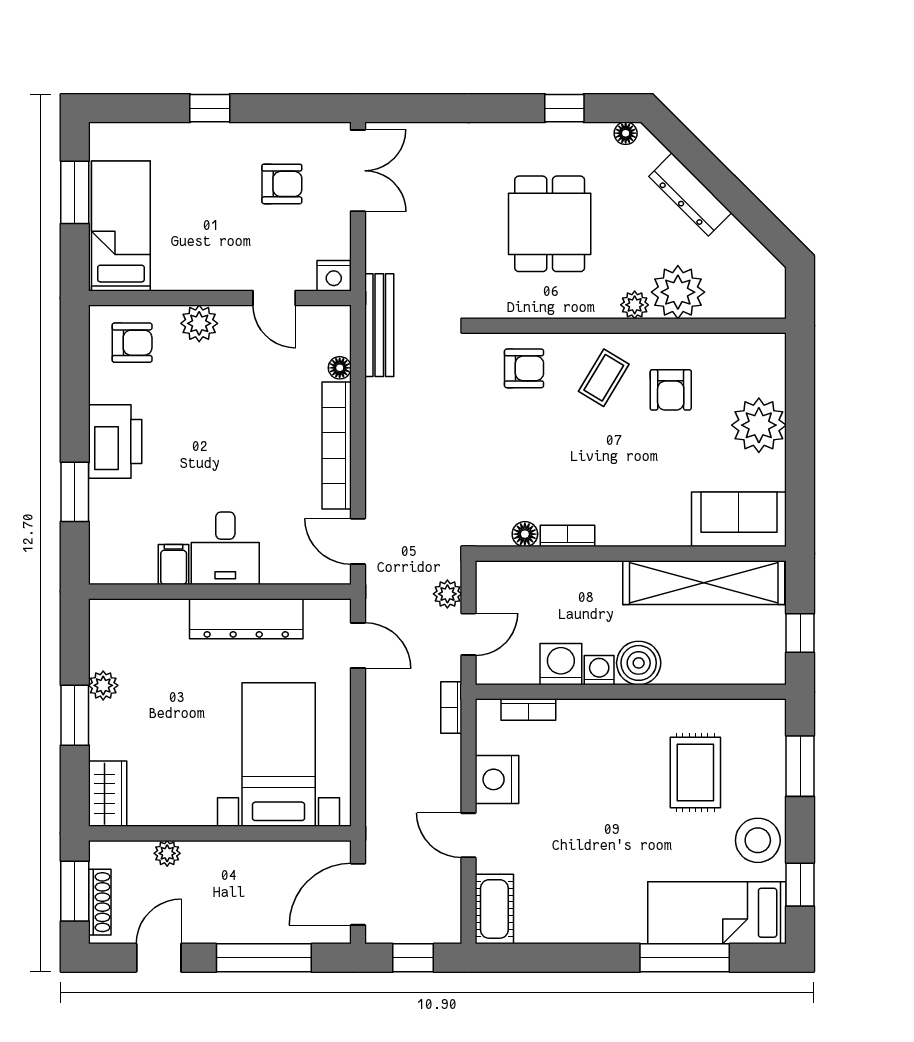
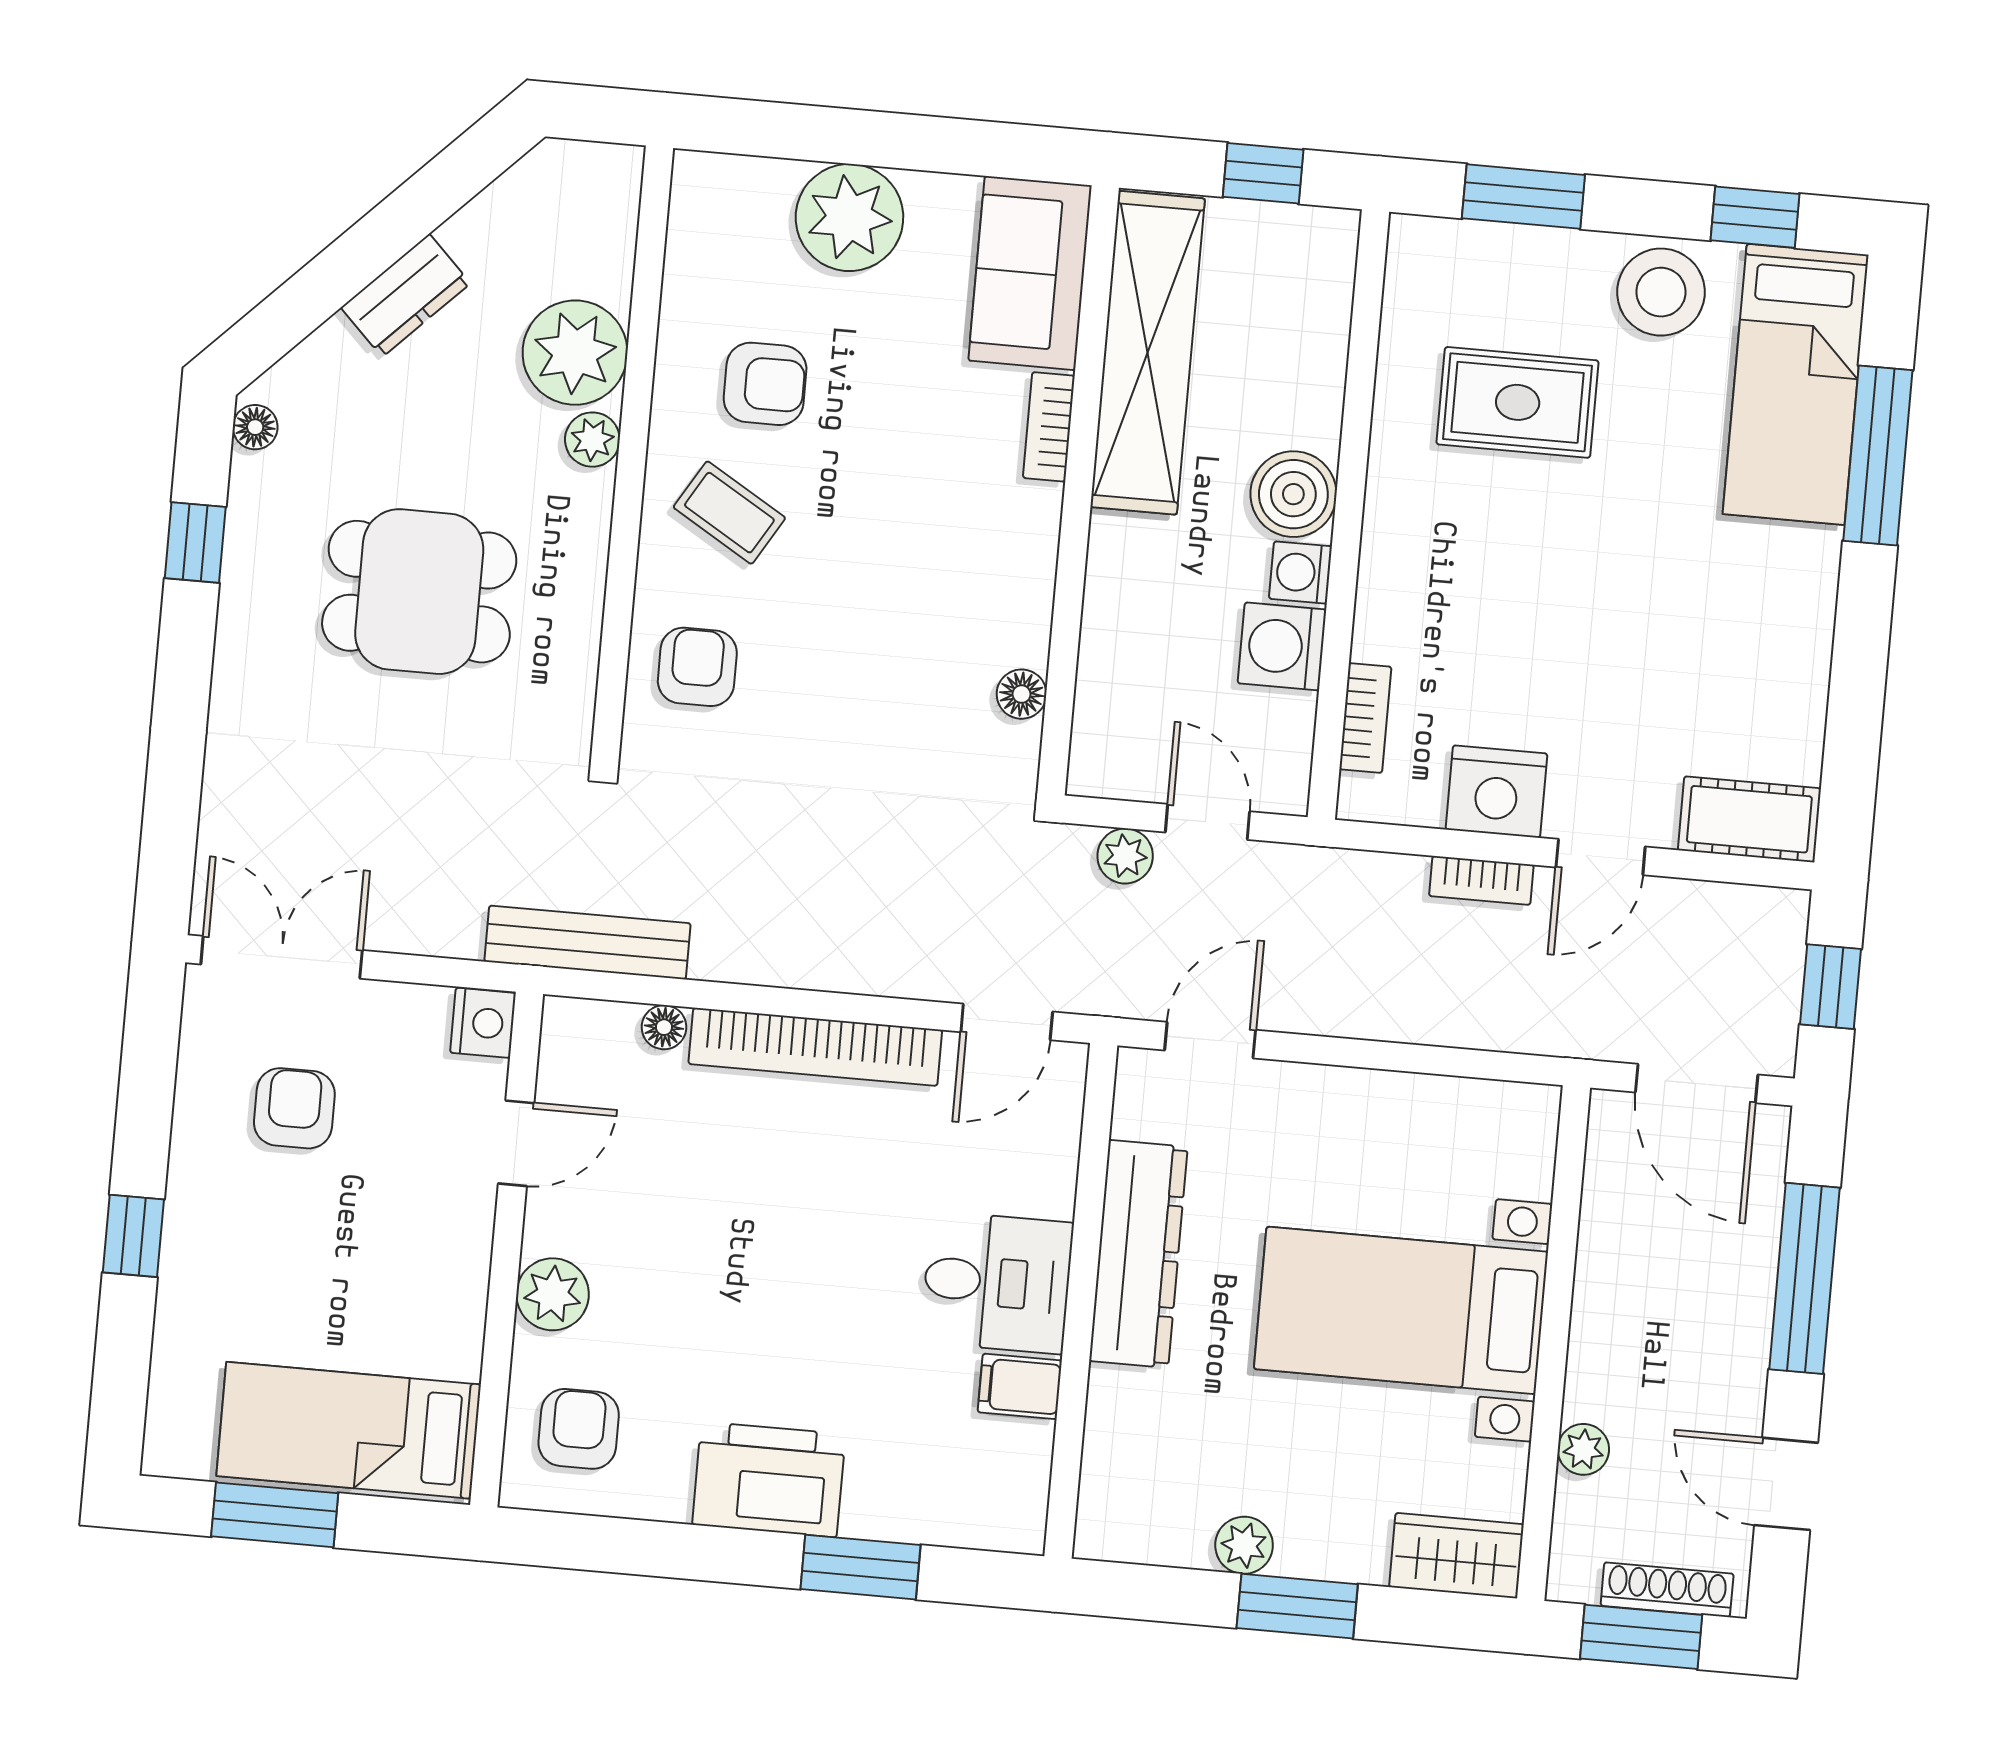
dresser: (690, 194) -> (406, 295), width x0.70
bookcase: (567, 536) -> (1049, 427), moved
bookcase: (451, 707) -> (1481, 880), moved
bed with nightstands: (279, 754) -> (1401, 1310), moved

